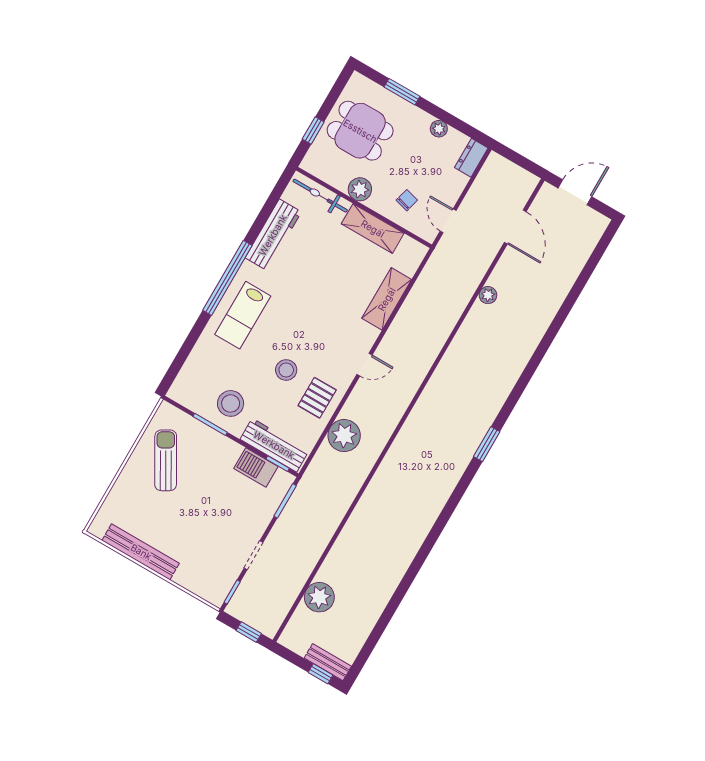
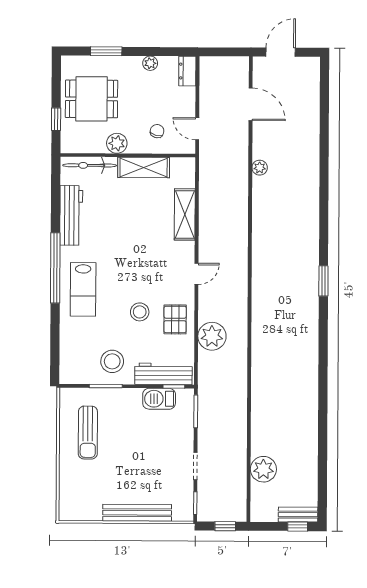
sun lounger: (166, 460) -> (88, 433), turned -150
bench: (141, 552) -> (137, 513), moved

